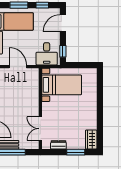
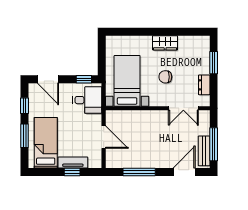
door: (18, 67) -> (104, 137), swing flipped
chair: (65, 115) -> (165, 77), added
wardrobe: (91, 140) -> (165, 43), moved

